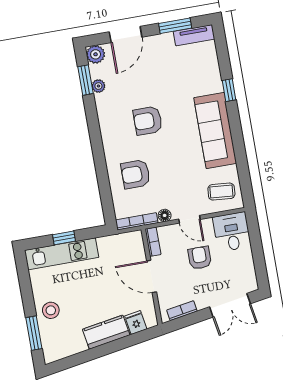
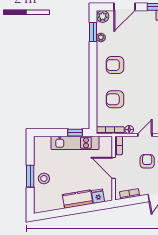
armchair: (148, 121) -> (115, 65), moved
door: (189, 219) -> (145, 135), swing flipped
window: (64, 238) -> (75, 133), moved
kitchen unit: (62, 254) -> (75, 143), moved
window: (34, 333) -> (30, 176), moved

